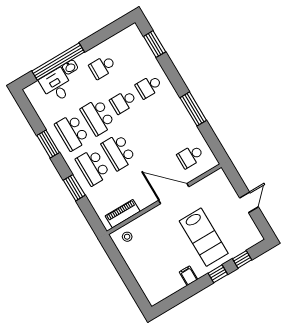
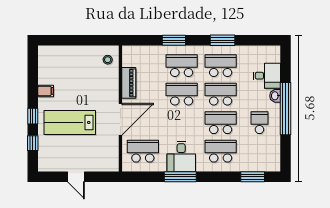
window: (58, 62) -> (286, 109), moved
school desk: (149, 86) -> (221, 151), width x1.85
school desk: (123, 102) -> (221, 123), width x1.85
desk: (175, 119) -> (181, 156), added
school desk: (190, 156) -> (143, 151), width x1.85
piano: (123, 214) -> (129, 83), moved

